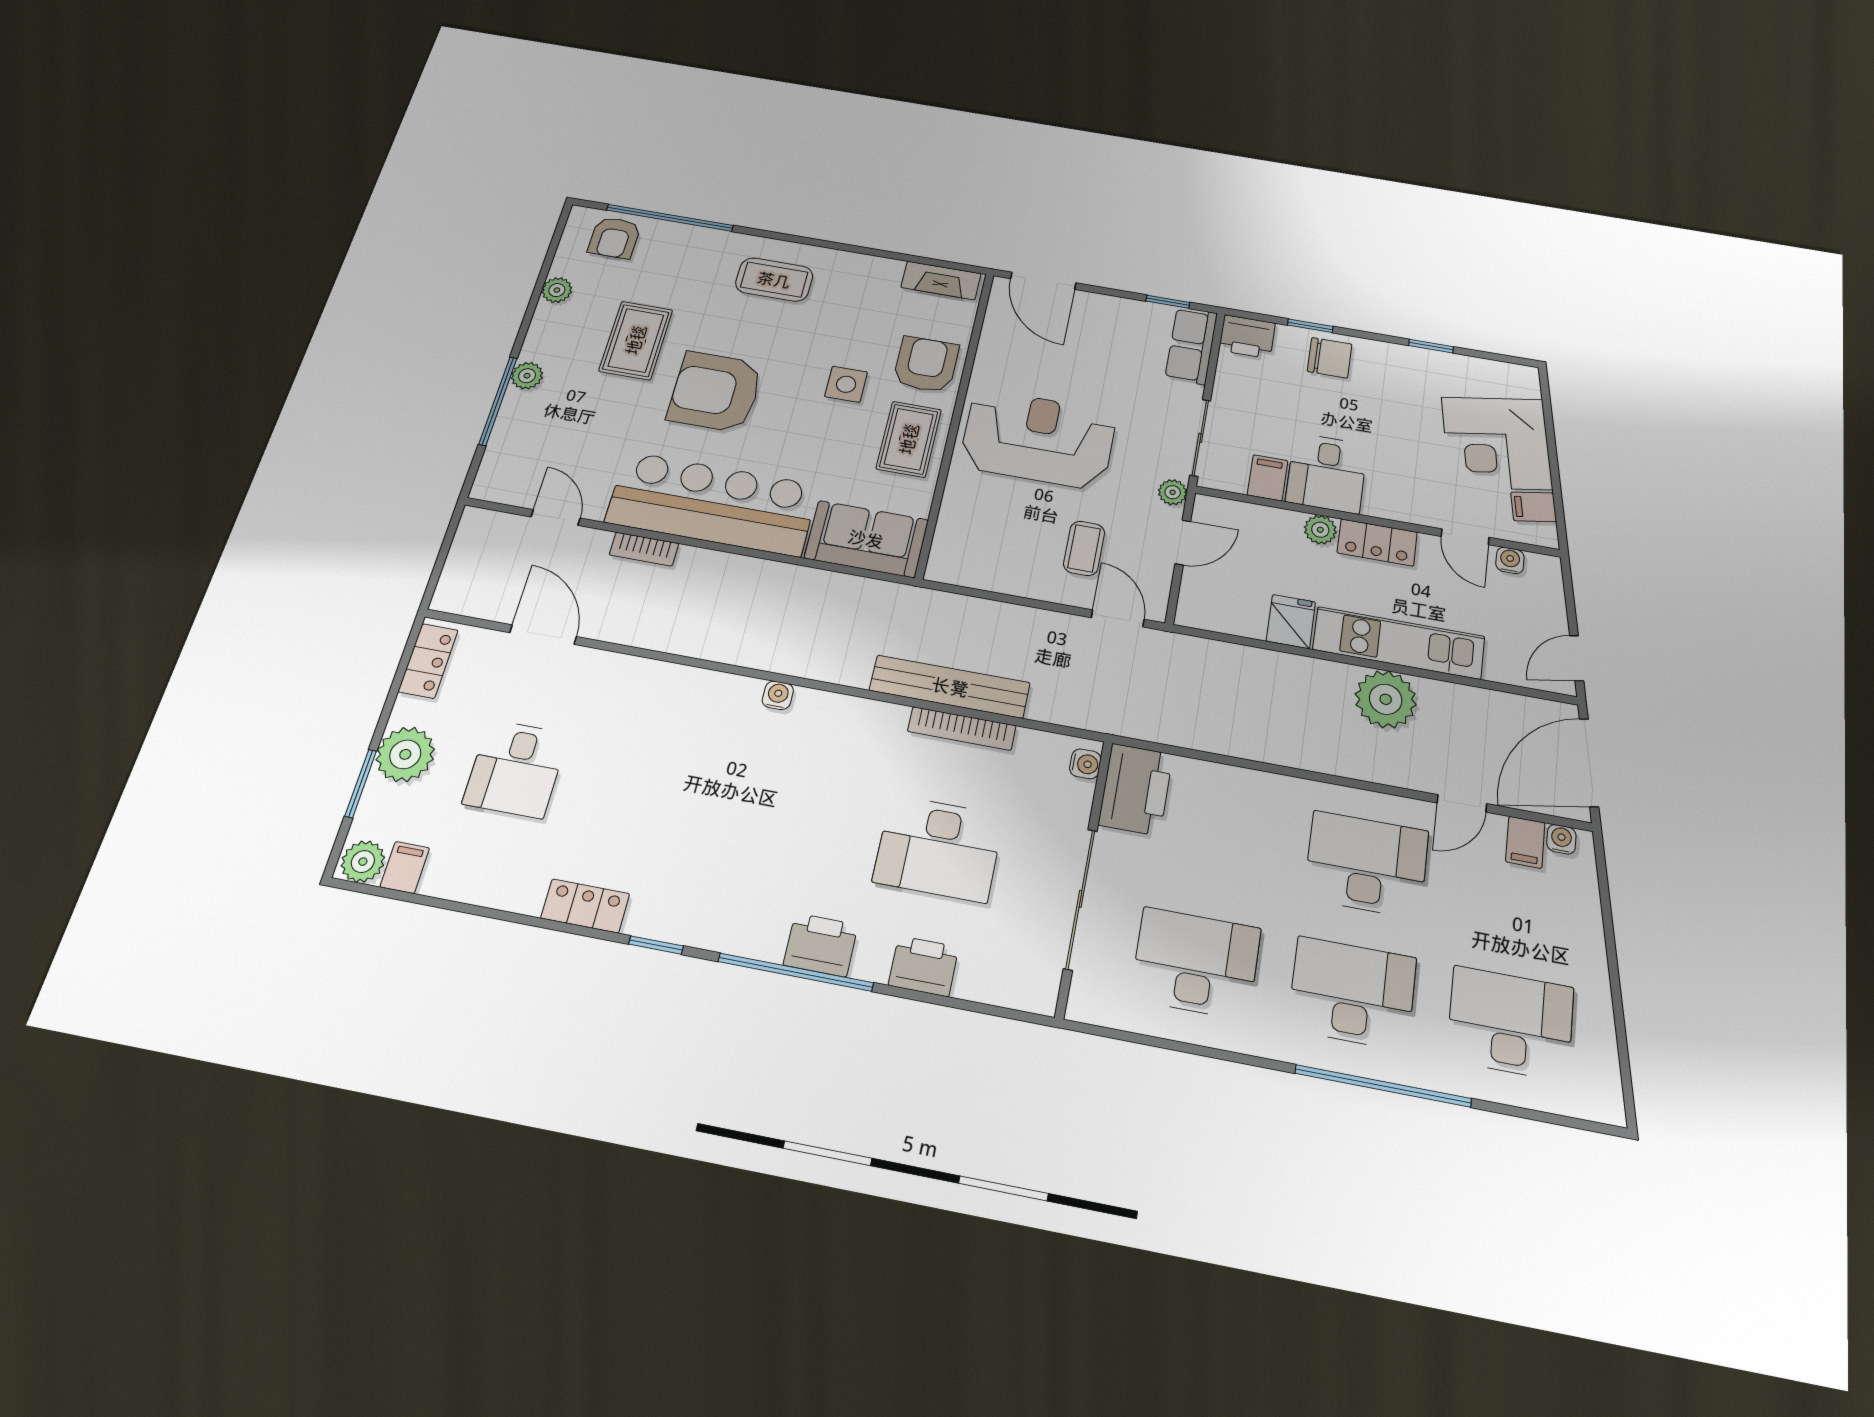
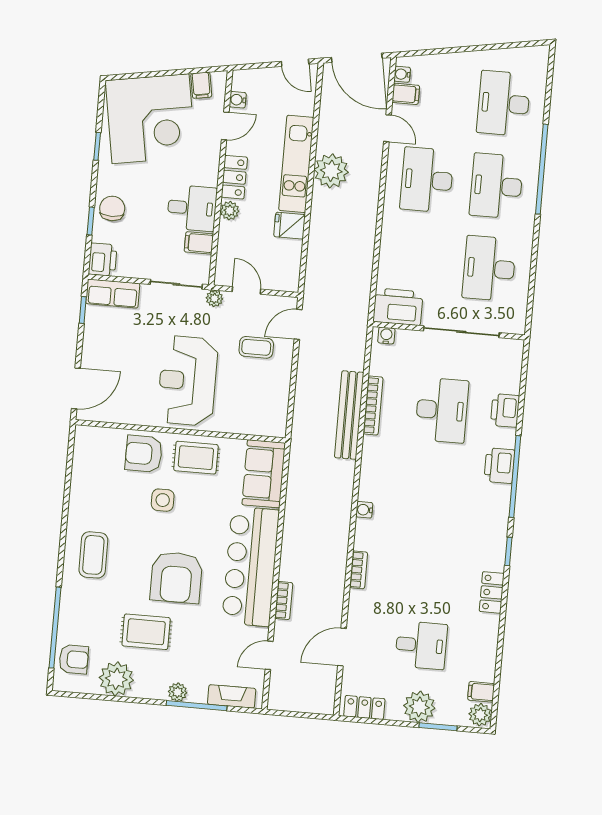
fireplace: (941, 280) -> (232, 696), moved, turned -90
plant: (557, 290) -> (116, 679), width x1.88, depth x1.88
corner desk: (1497, 443) -> (151, 119), width x1.36, depth x1.36
bookcase: (673, 675) -> (359, 570), added

